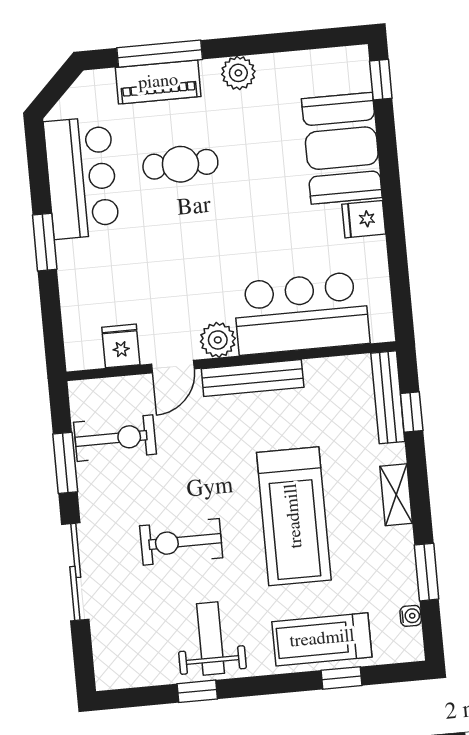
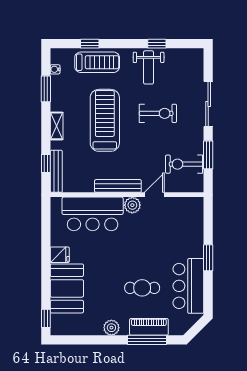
fridge: (121, 346) -> (177, 206), removed

